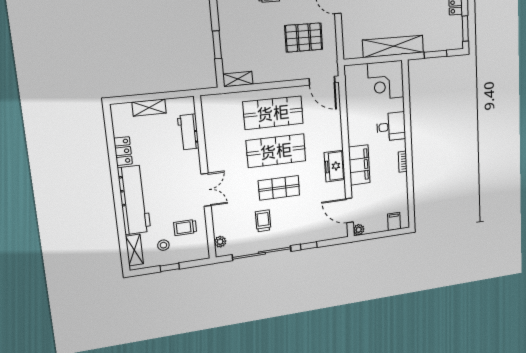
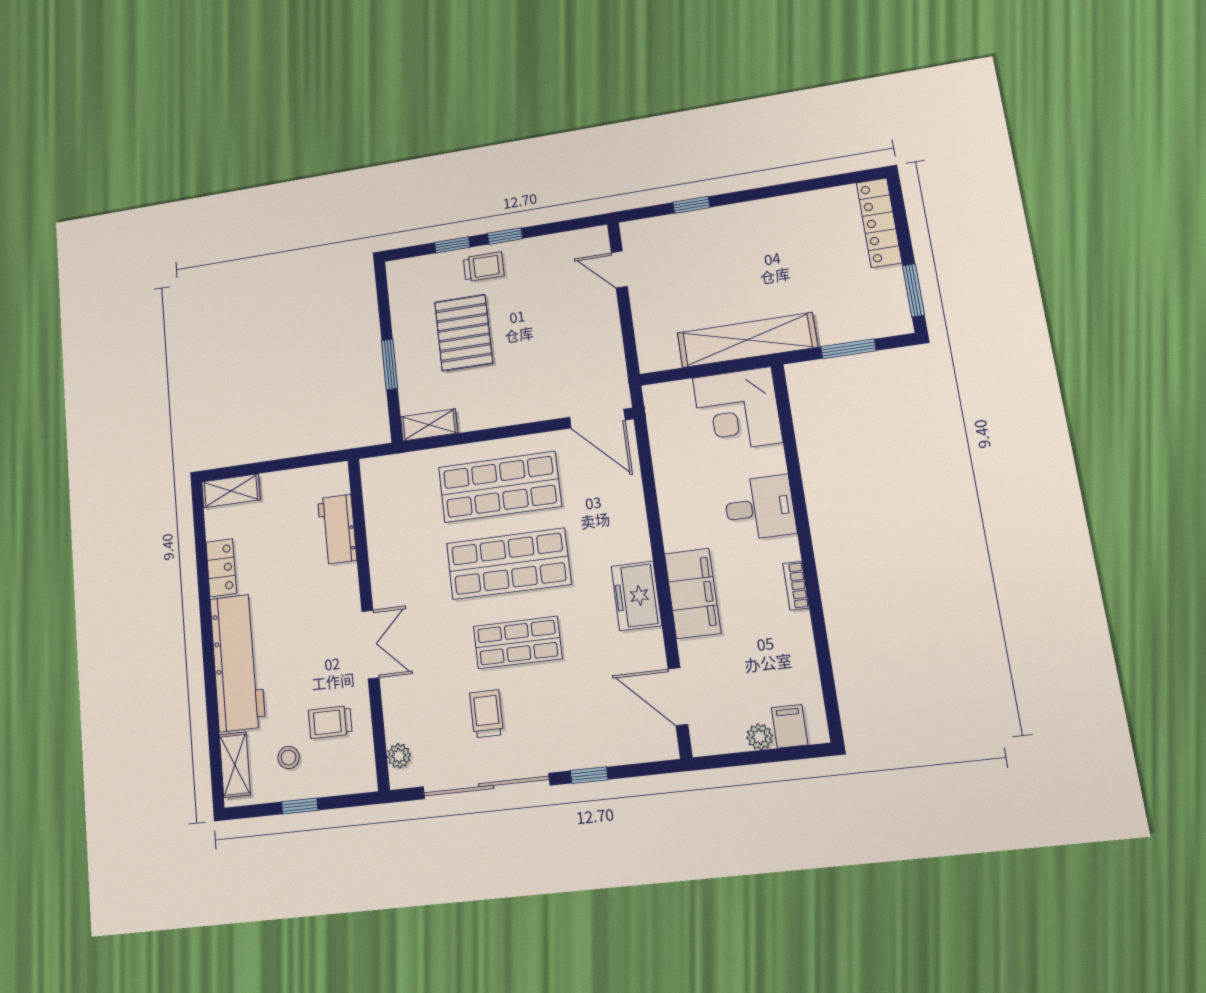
pallet: (304, 37) -> (464, 333), moved, turned 90
shelving: (149, 108) -> (231, 491), moved
plant: (359, 230) -> (760, 737), moved

